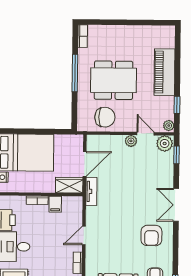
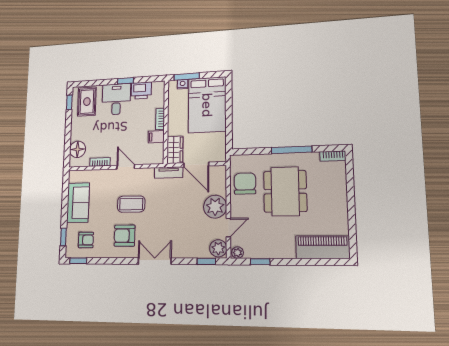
piano: (164, 72) -> (323, 247), moved
chair: (105, 117) -> (245, 184), turned 180
plant: (131, 141) -> (215, 207), width x1.88, depth x1.88
coffee table: (121, 229) -> (131, 204), added

